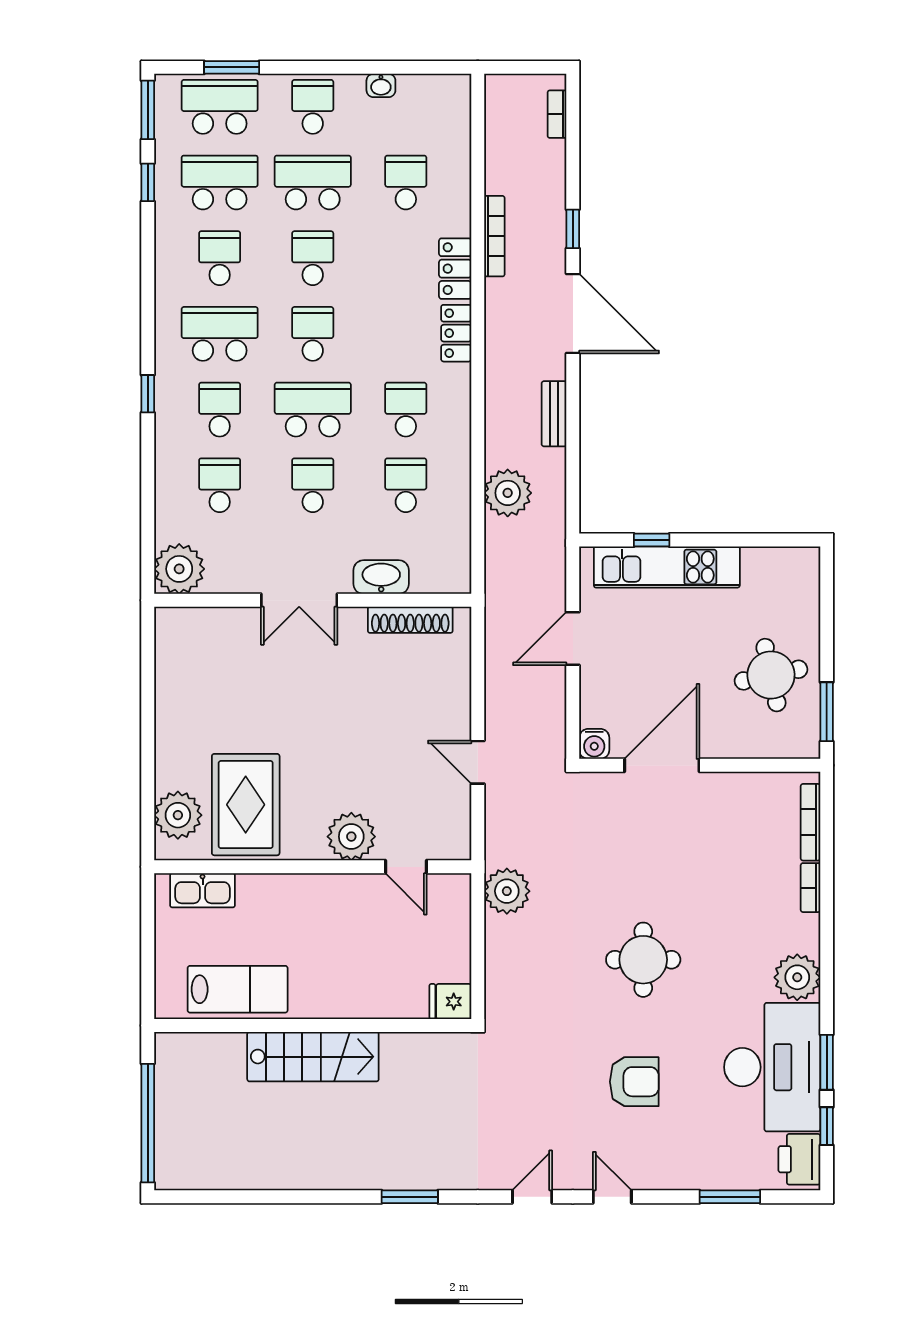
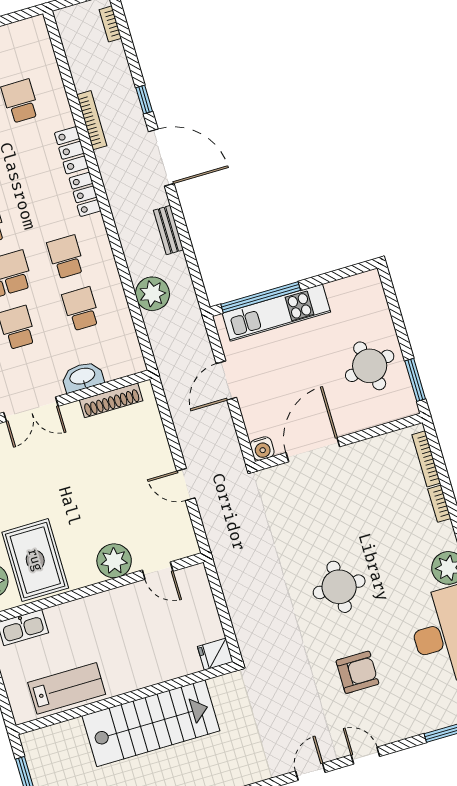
window: (652, 540) -> (261, 297), width x3.17
plant: (507, 891) -> (232, 567), removed
stairs: (313, 1057) -> (151, 723), width x1.36, depth x1.51

